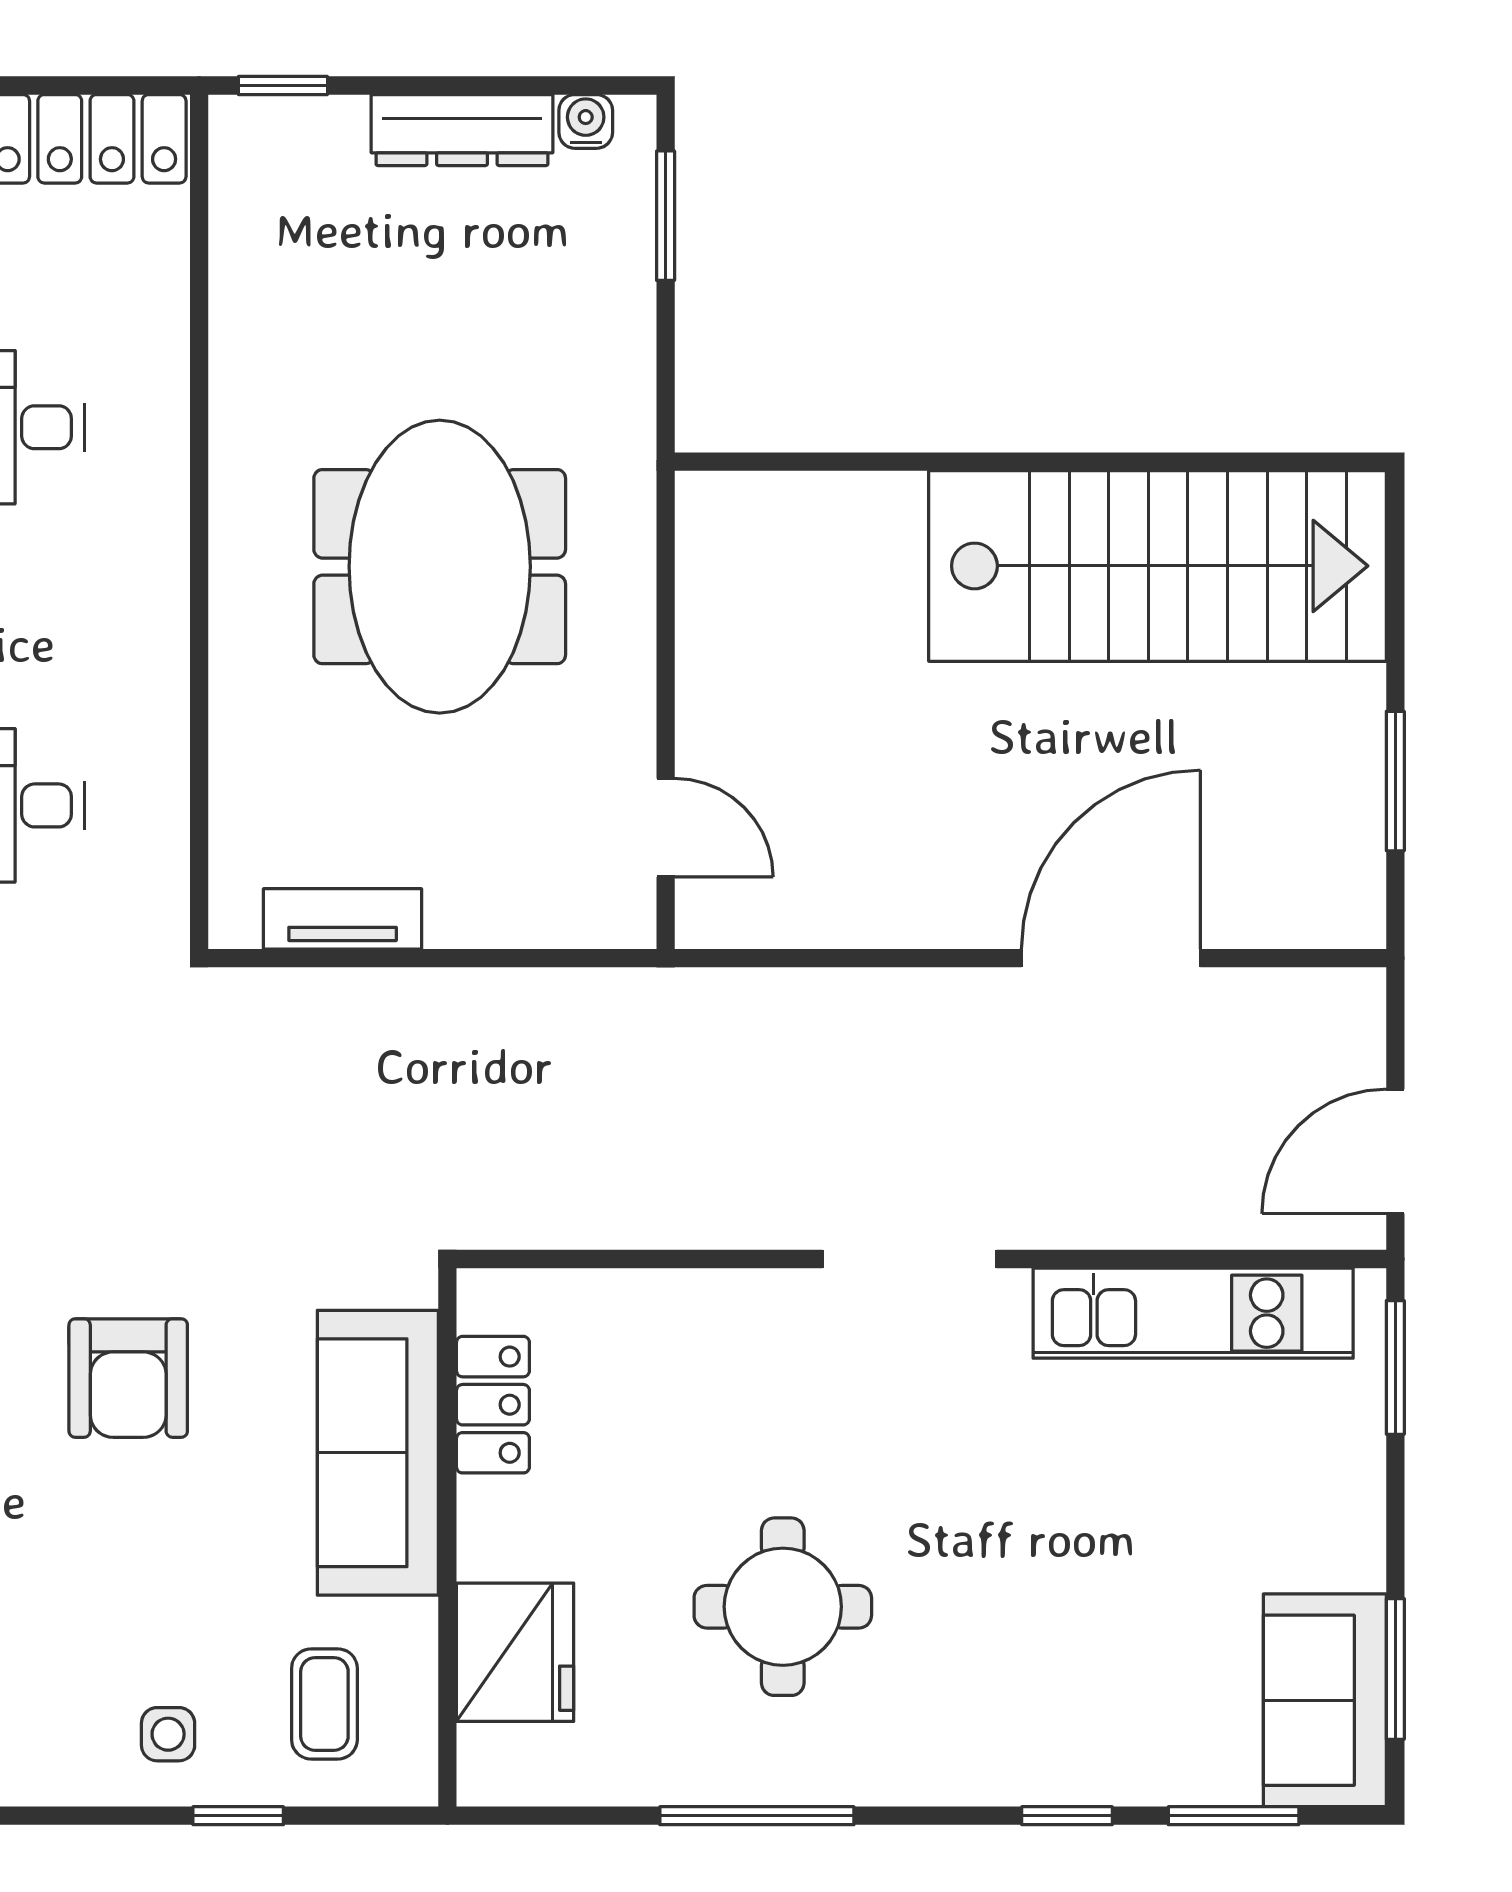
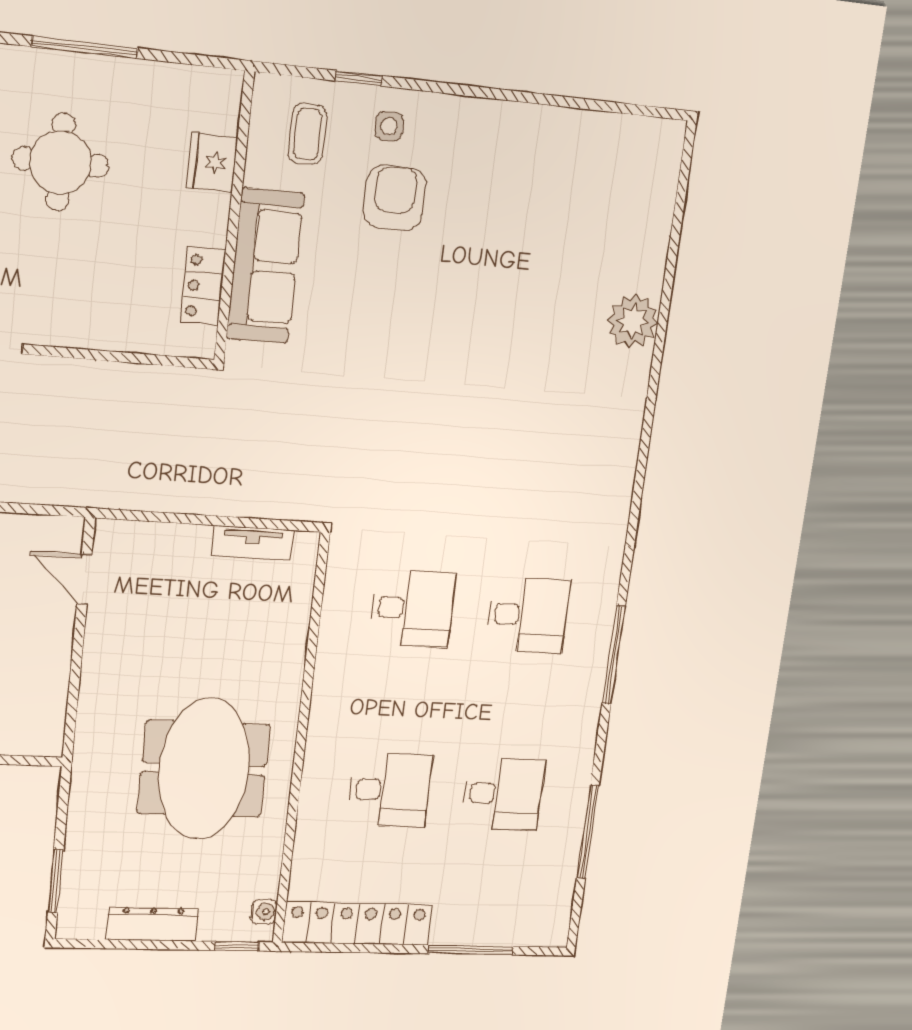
water cooler: (586, 121) -> (264, 912), moved, turned -90
meeting table: (440, 567) -> (204, 769), moved
armchair: (128, 1378) -> (395, 198), moved
fridge: (515, 1652) -> (212, 163), width x0.73, depth x0.75

